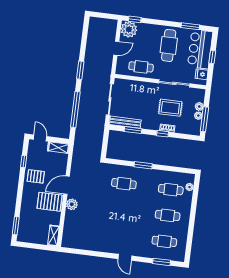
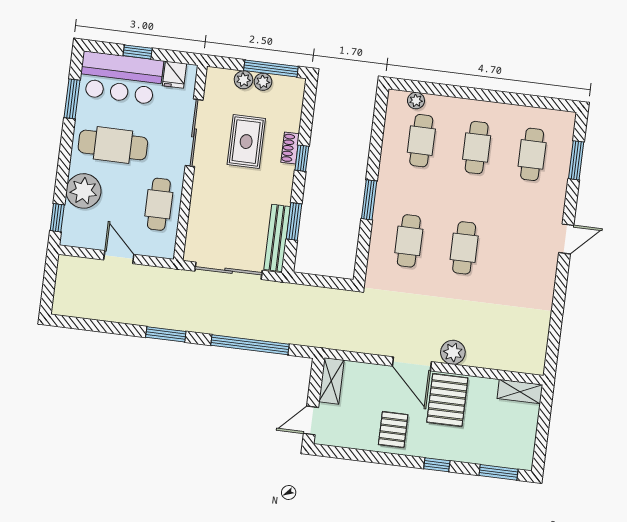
plant: (129, 29) -> (84, 191), moved
window: (24, 161) -> (437, 465), moved
cafe table: (121, 210) -> (464, 248), added

